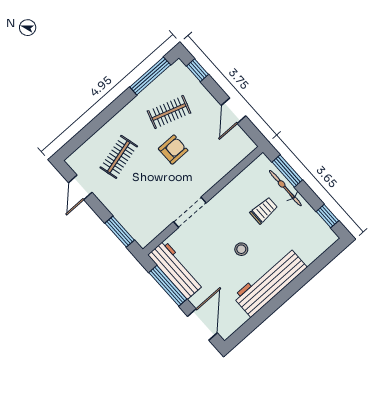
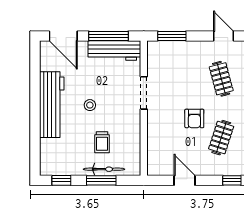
window: (287, 171) -> (101, 180), moved

